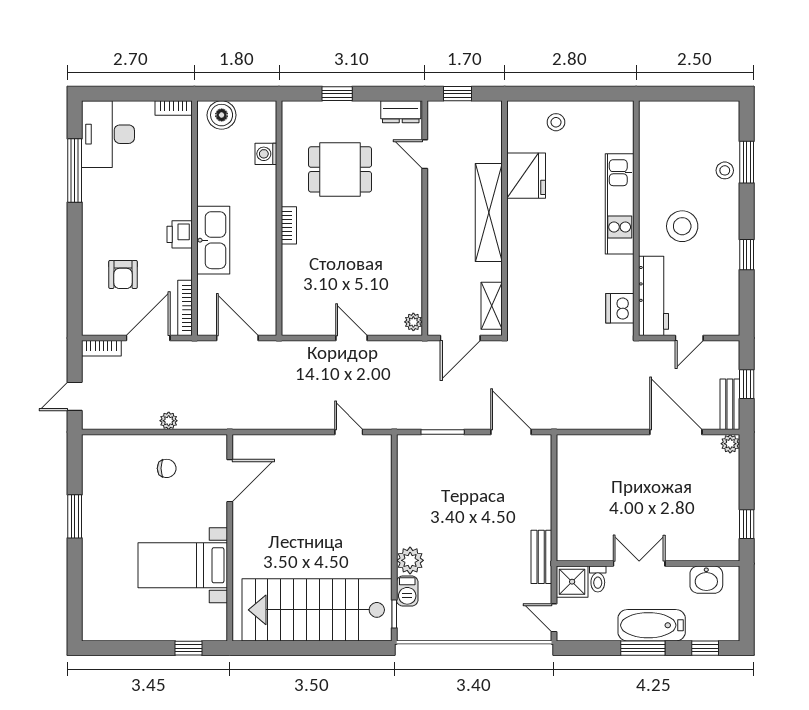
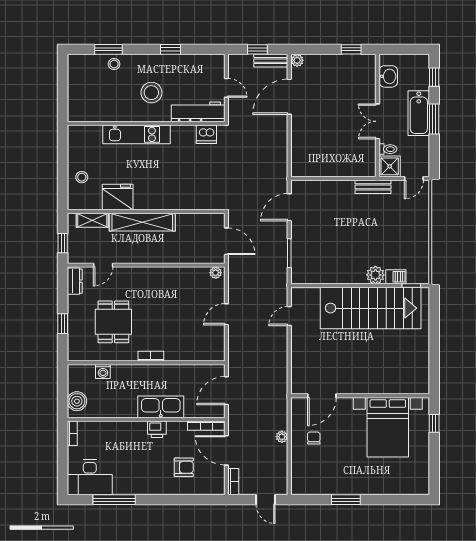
shelving: (492, 306) -> (92, 220), moved
door: (230, 481) -> (322, 396), swing flipped
bed with nightstands: (183, 565) -> (388, 427), width x1.36
stairs: (317, 610) -> (371, 308), moved, turned -90

